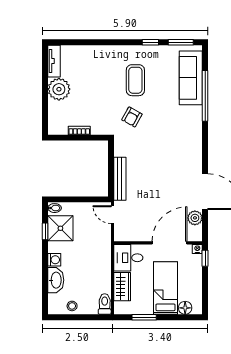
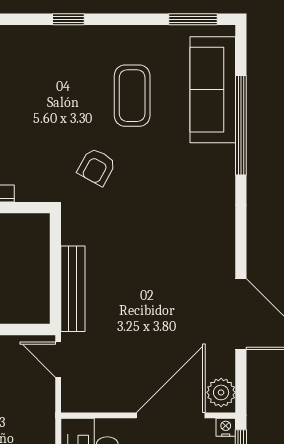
window: (150, 42) -> (68, 19), moved
coffee table: (135, 80) -> (132, 96), moved
plant: (195, 218) -> (221, 392), moved

